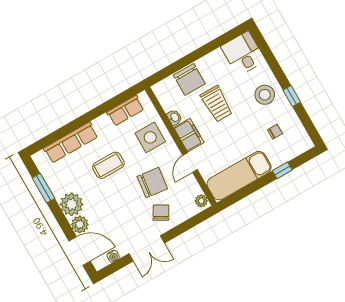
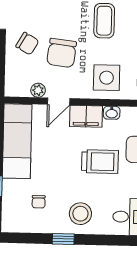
trolley: (217, 104) -> (100, 162), turned 180
door: (190, 163) -> (59, 101), swing flipped
plant: (201, 201) -> (38, 90), moved

